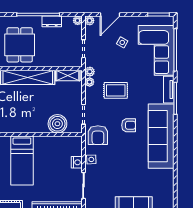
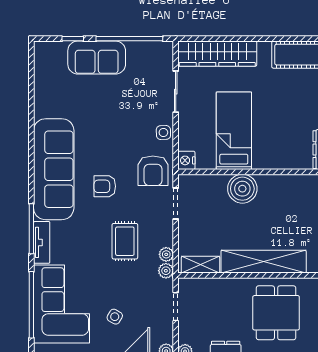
rug: (116, 90) -> (125, 241), turned 90
boiler: (57, 124) -> (242, 189), moved
armchair: (98, 135) -> (153, 171), turned 180
bed: (22, 161) -> (234, 131), moved
nightstand: (77, 162) -> (186, 160), moved

